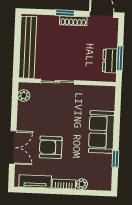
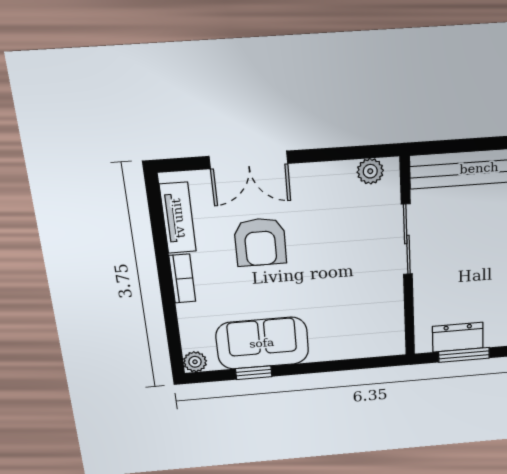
sofa: (101, 132) -> (262, 343), moved
armchair: (51, 147) -> (260, 242), turned 180
plant: (82, 184) -> (195, 362), moved

